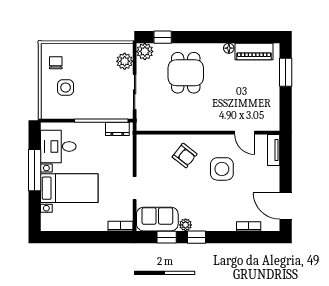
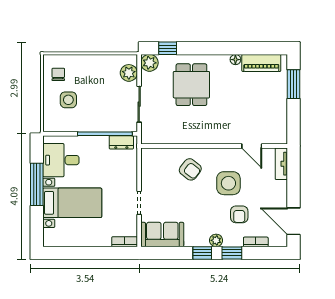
armchair: (232, 199) -> (239, 214), added
plant: (185, 225) -> (216, 240), moved
window: (167, 237) -> (232, 253), moved

